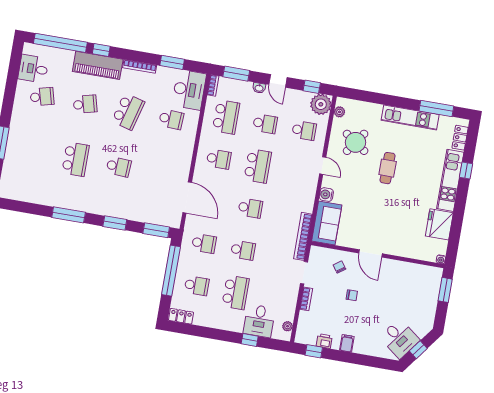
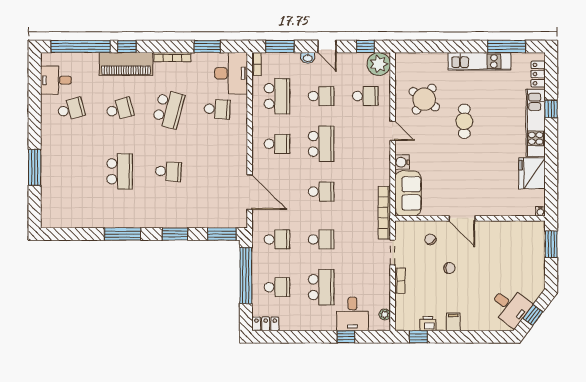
plant: (339, 112) -> (401, 69), removed

